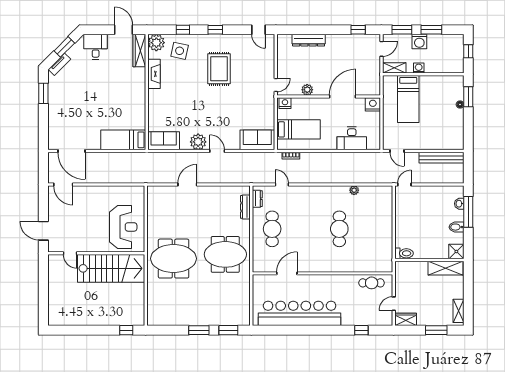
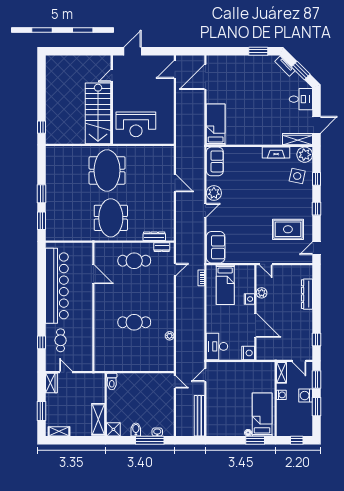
rug: (219, 69) -> (288, 229), moved
bed: (408, 99) -> (262, 415), moved, turned 90
nightstand: (285, 103) -> (249, 299), moved
desk: (352, 138) -> (217, 346), moved
cafe table: (372, 283) -> (61, 340), moved

